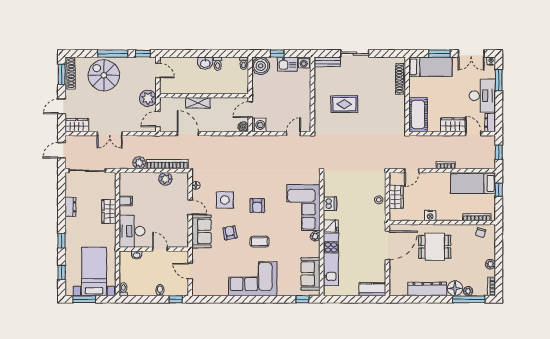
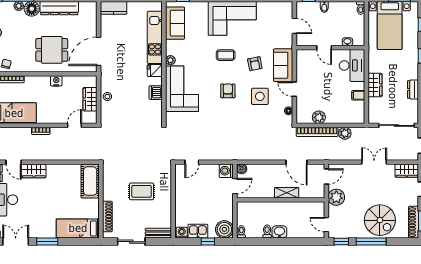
bed: (430, 67) -> (78, 228), moved
shoe rack: (401, 79) -> (107, 216), moved
wall: (407, 94) -> (101, 201), moved
cot: (418, 115) -> (90, 181), moved

